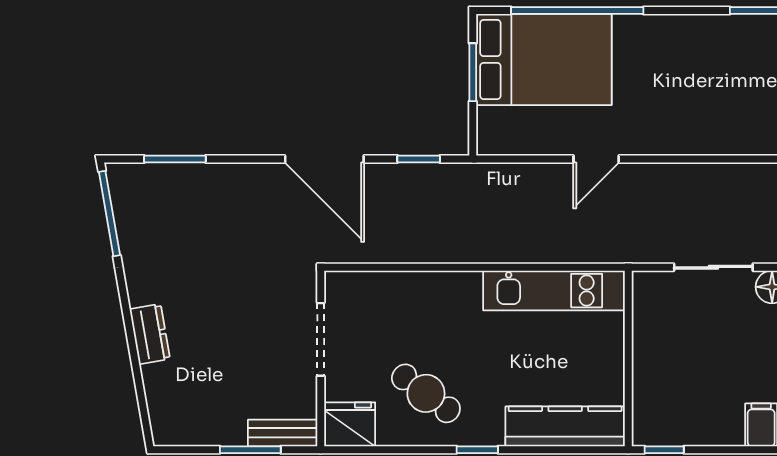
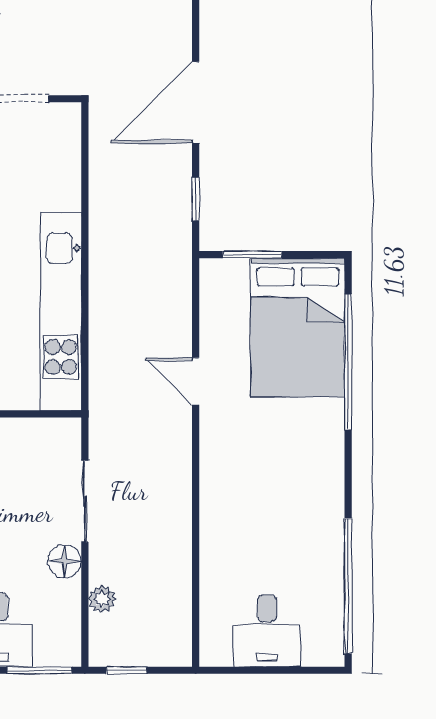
window: (473, 72) -> (252, 255), moved
kitchen unit: (554, 291) -> (61, 312), width x1.36

